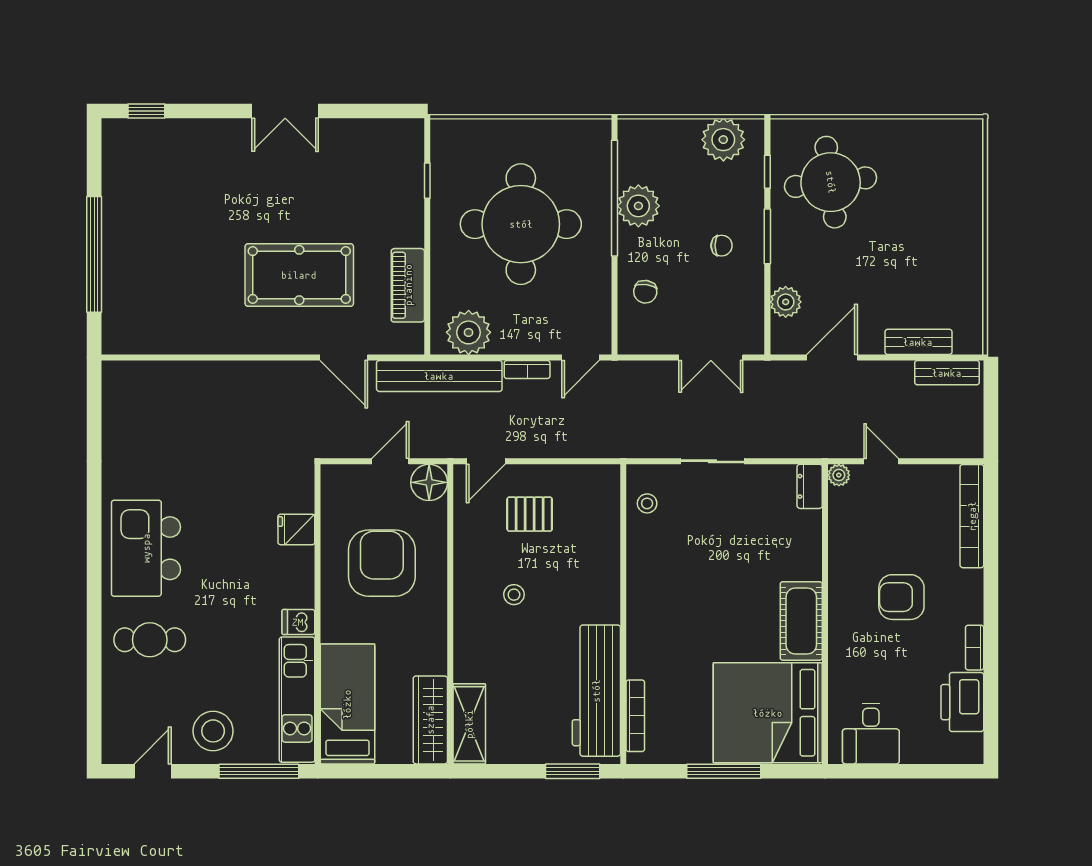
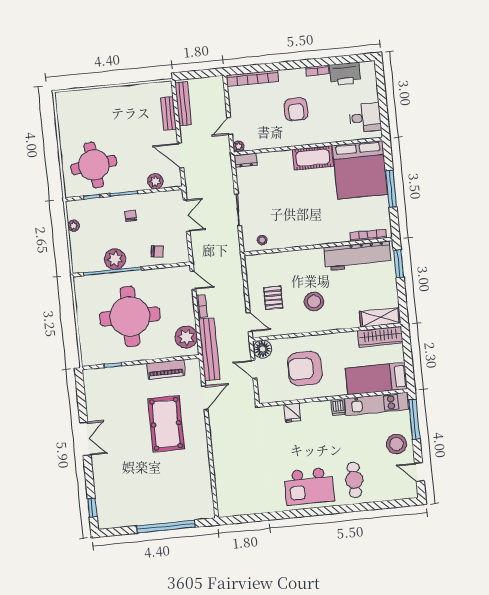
plant: (723, 140) -> (73, 226), width x0.53, depth x0.53
bench: (947, 373) -> (183, 104), width x1.36
stool: (514, 595) -> (314, 302), width x1.89, depth x1.89

